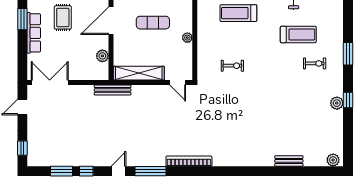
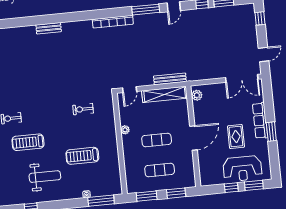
treadmill: (238, 13) -> (82, 156), turned 180
plant: (102, 56) -> (197, 95), moved
door: (178, 82) -> (130, 90), swing flipped
bench: (113, 90) -> (170, 79), moved
bench: (289, 161) -> (49, 28), moved

